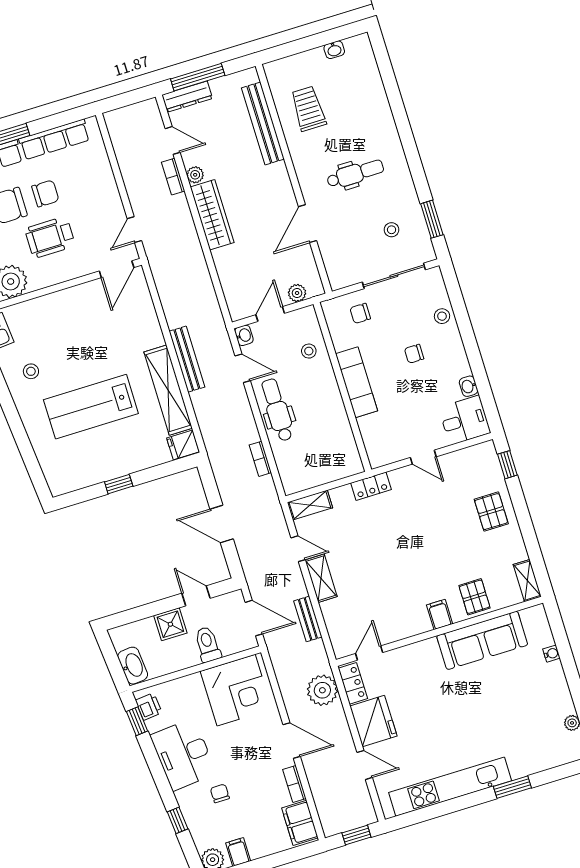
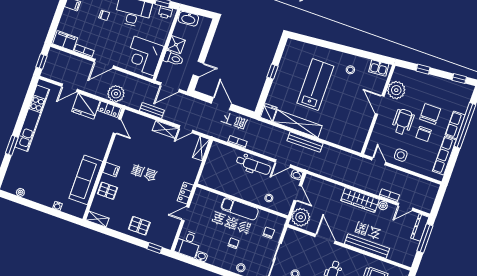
bench: (263, 123) -> (367, 246), moved
side table: (101, 204) -> (401, 155), added
door: (117, 269) -> (380, 105), moved
plant: (297, 293) -> (301, 217), width x1.87, depth x1.87
locker: (371, 486) -> (185, 193), moved
door: (222, 524) -> (221, 104), hinge flipped
shower: (170, 624) -> (176, 45), moved

